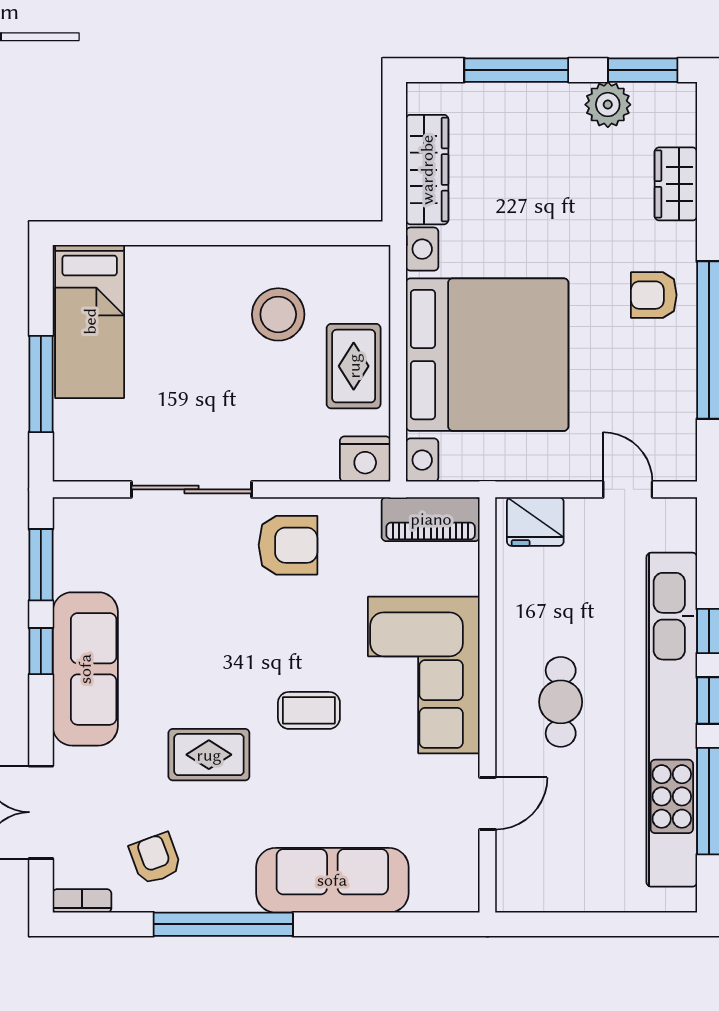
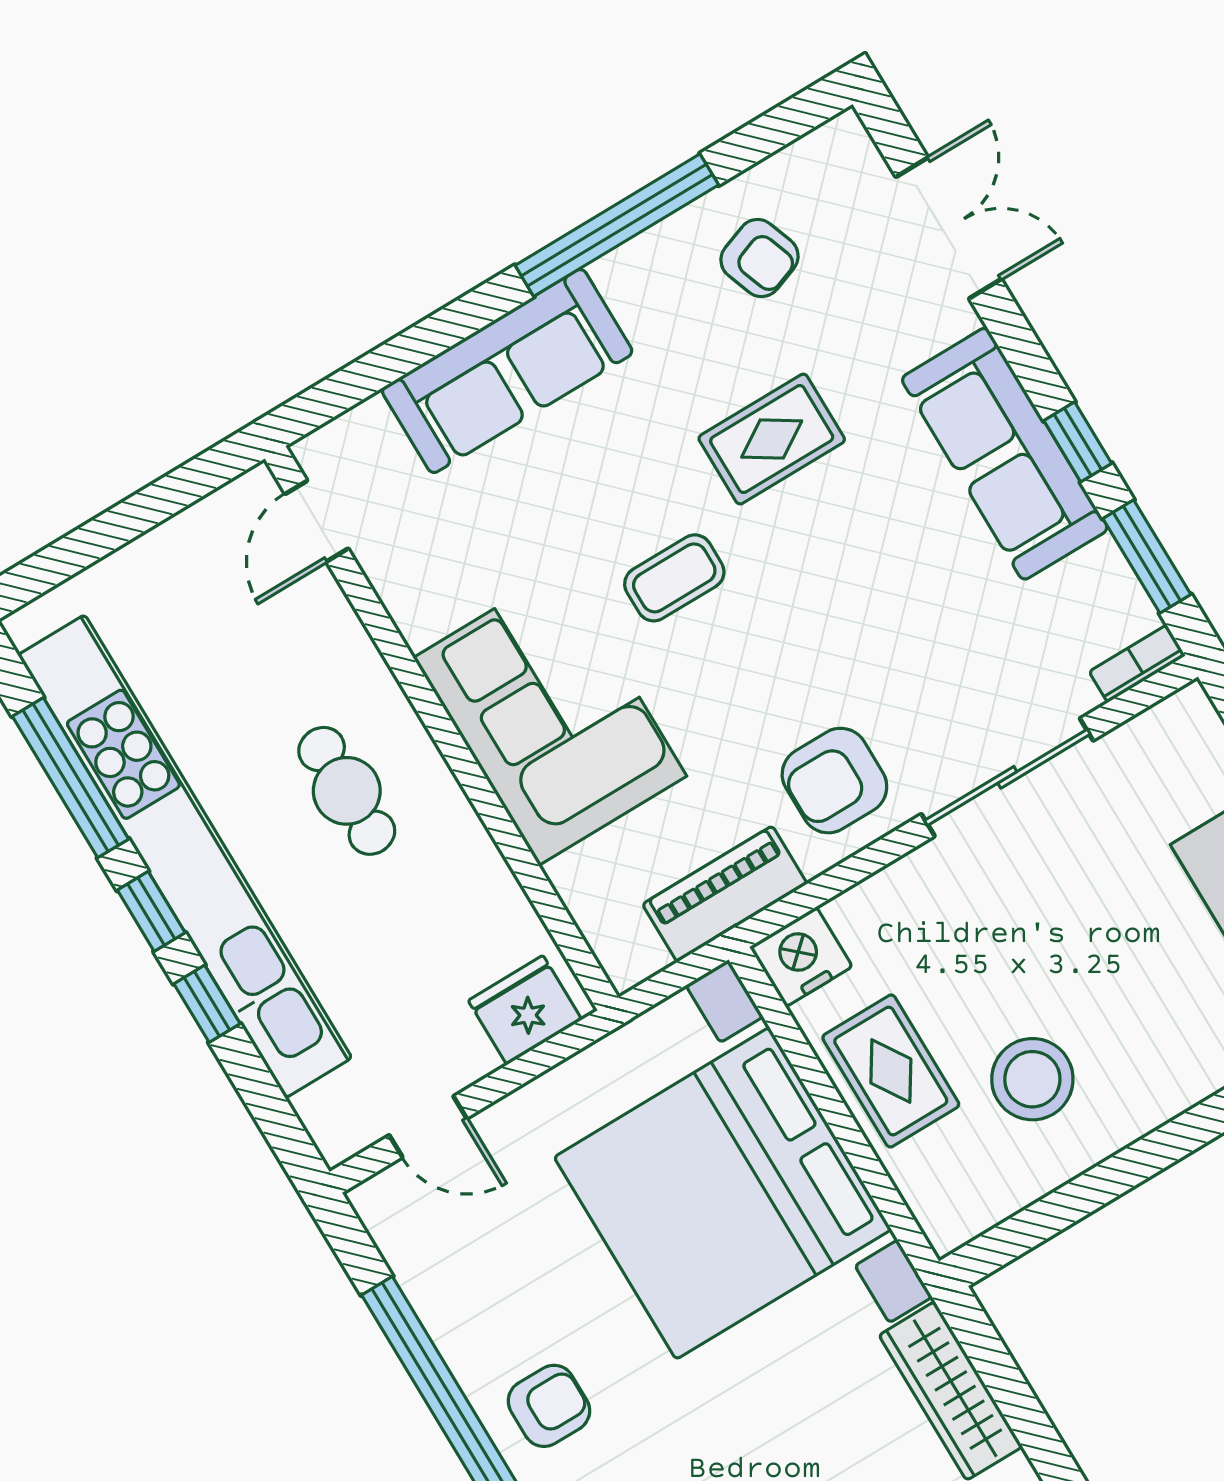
piano: (431, 519) -> (725, 894), moved
door: (487, 803) -> (317, 521), moved
bookcase: (82, 901) -> (1137, 664), moved, turned 180

